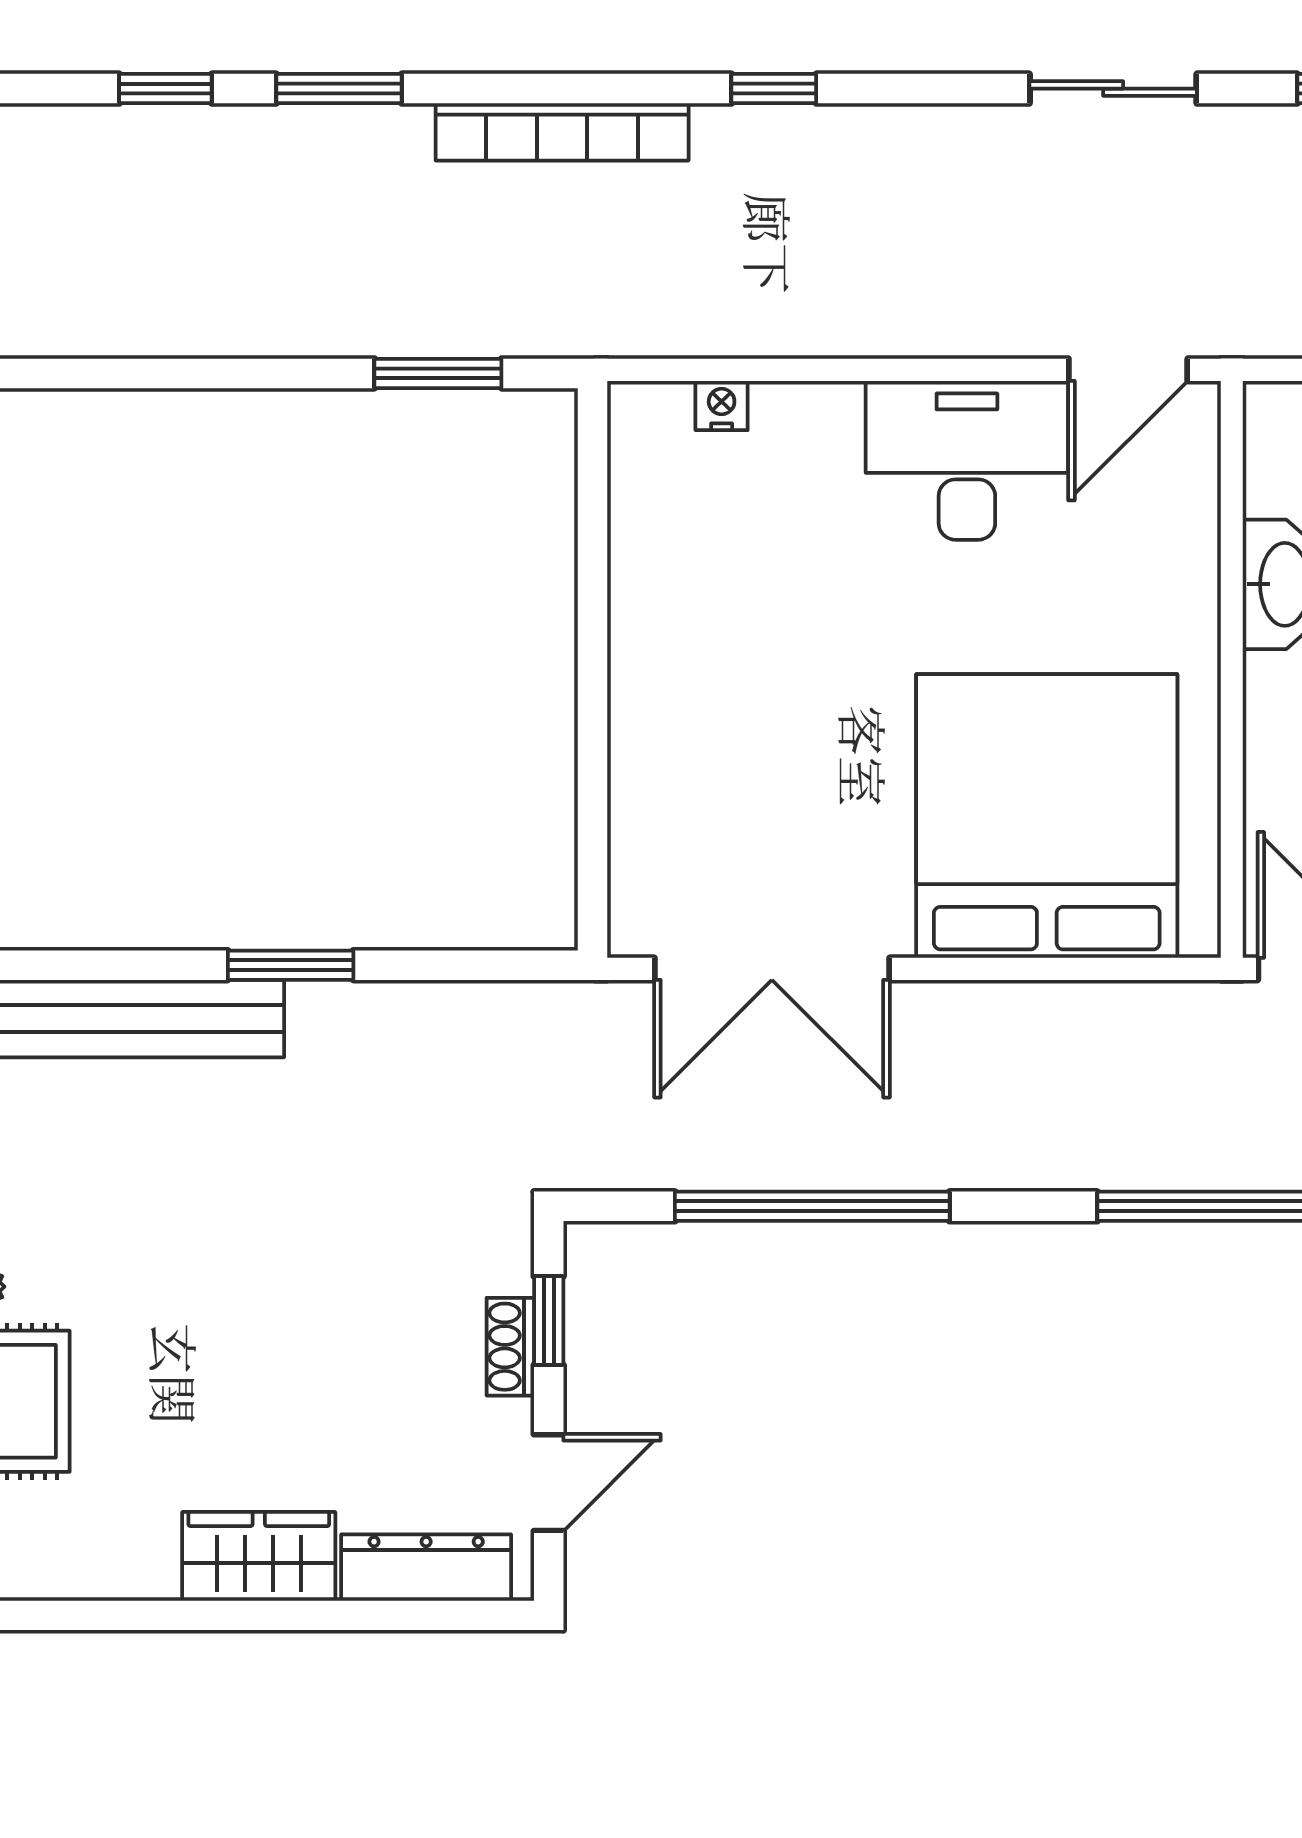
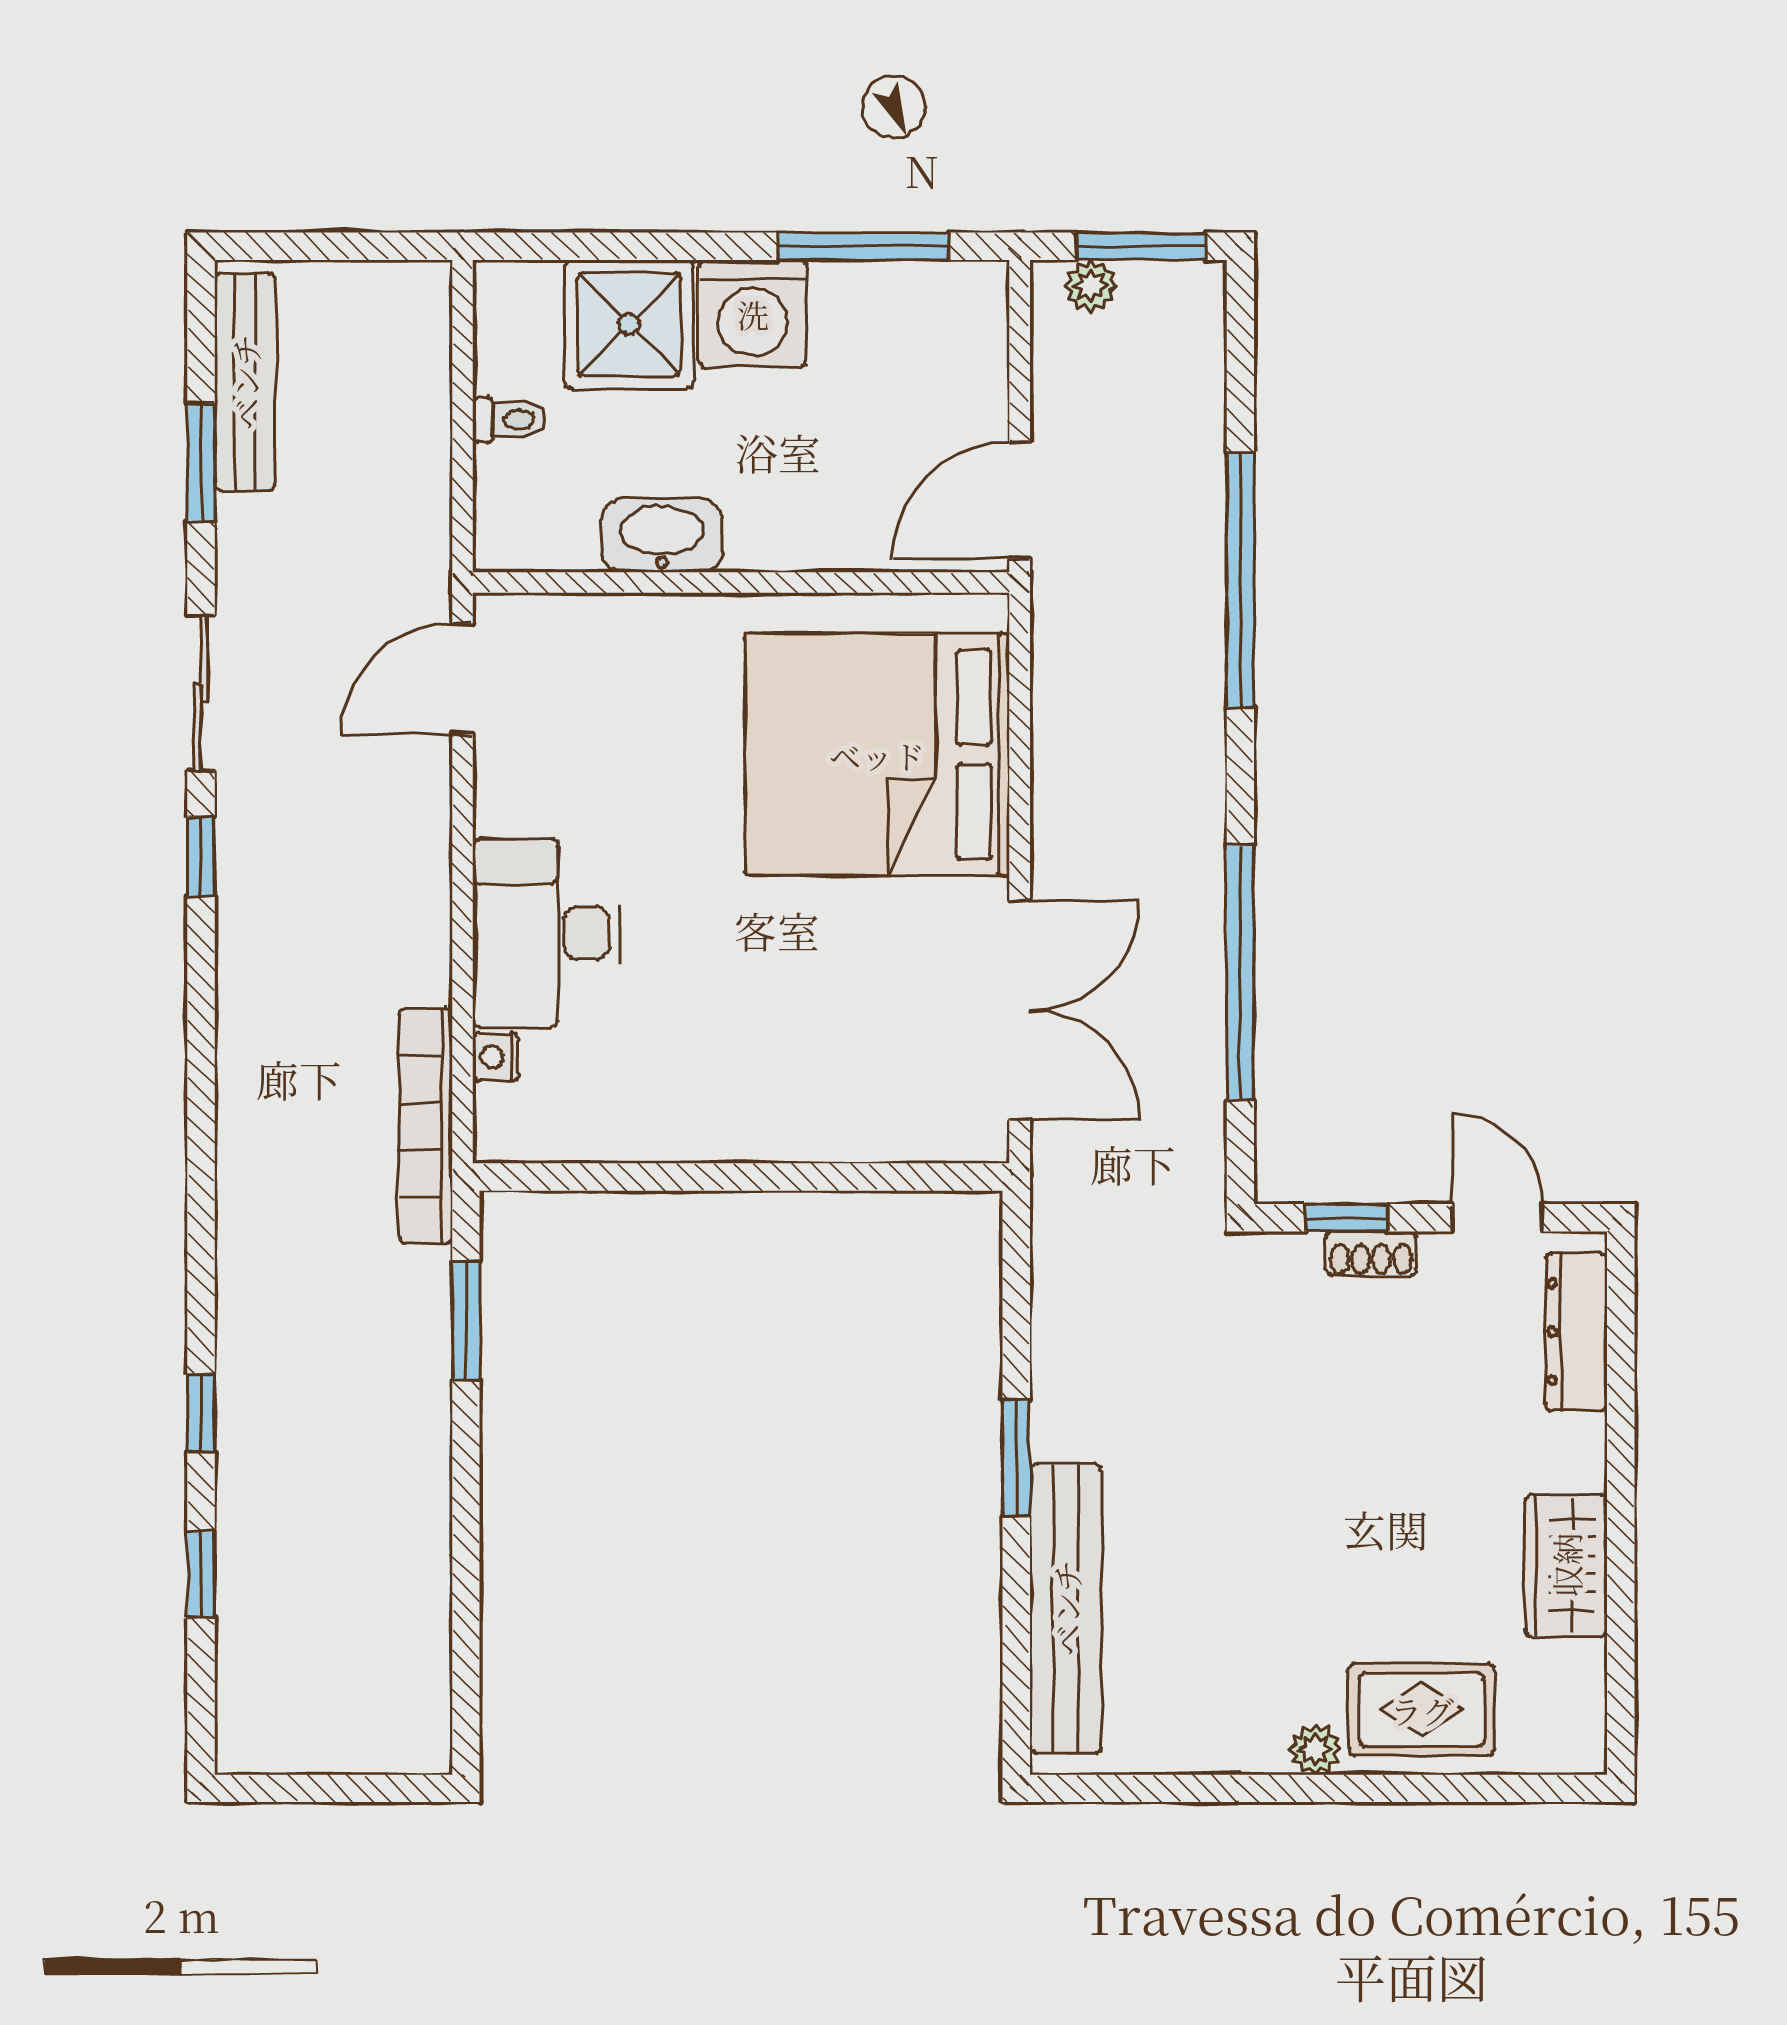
window: (339, 89) -> (201, 1413), width x0.67
window: (774, 89) -> (201, 856), moved
bookcase: (562, 132) -> (426, 1126), moved, turned 180
door: (1128, 370) -> (463, 679), swing flipped
desk: (967, 460) -> (547, 933), moved
wardrobe: (259, 1556) -> (1566, 1565), moved

